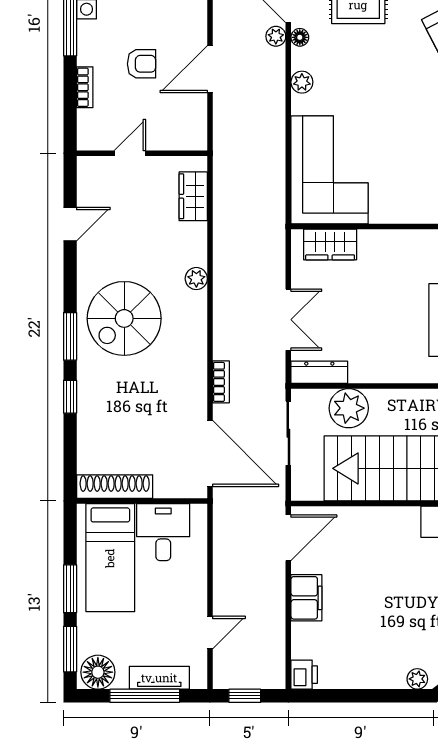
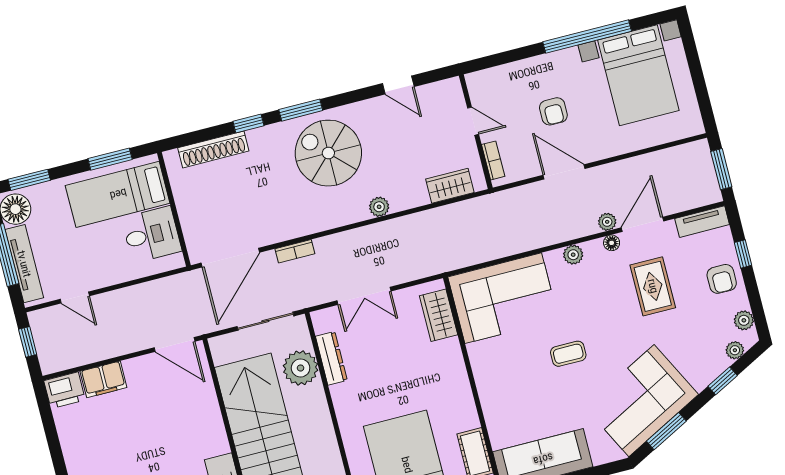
bookcase: (85, 87) -> (493, 160), moved, turned -90
coffee table: (408, 115) -> (568, 354), added
dresser: (319, 372) -> (331, 358), moved
shoe rack: (115, 487) -> (213, 149), moved, turned 90
window: (70, 589) -> (110, 159), moved
filing cabinet: (306, 598) -> (103, 379), moved
printer: (304, 675) -> (65, 390), width x1.36, depth x1.24
tv unit: (159, 678) -> (24, 264), width x1.41

